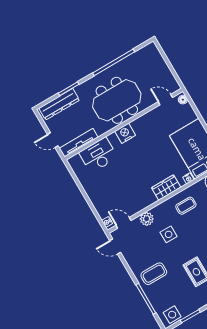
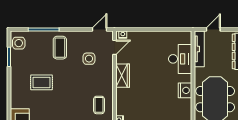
wardrobe: (166, 188) -> (123, 76), moved
plant: (147, 219) -> (107, 68), removed
side table: (169, 234) -> (89, 59), moved

